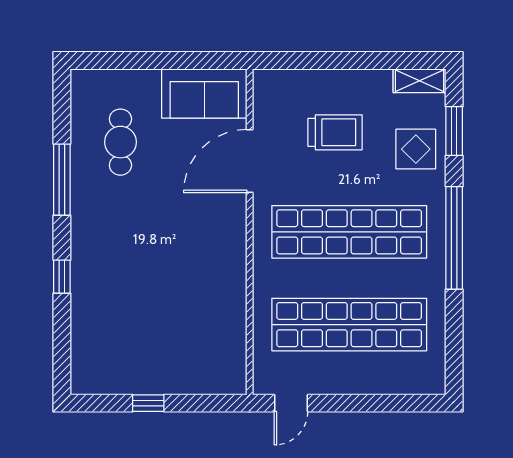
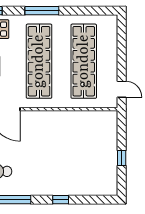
window: (454, 238) -> (42, 11), width x0.68

